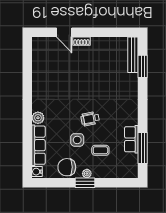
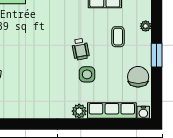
side table: (77, 140) -> (87, 74), moved
chair: (67, 167) -> (138, 77), turned 180
plant: (87, 174) -> (146, 26), moved

